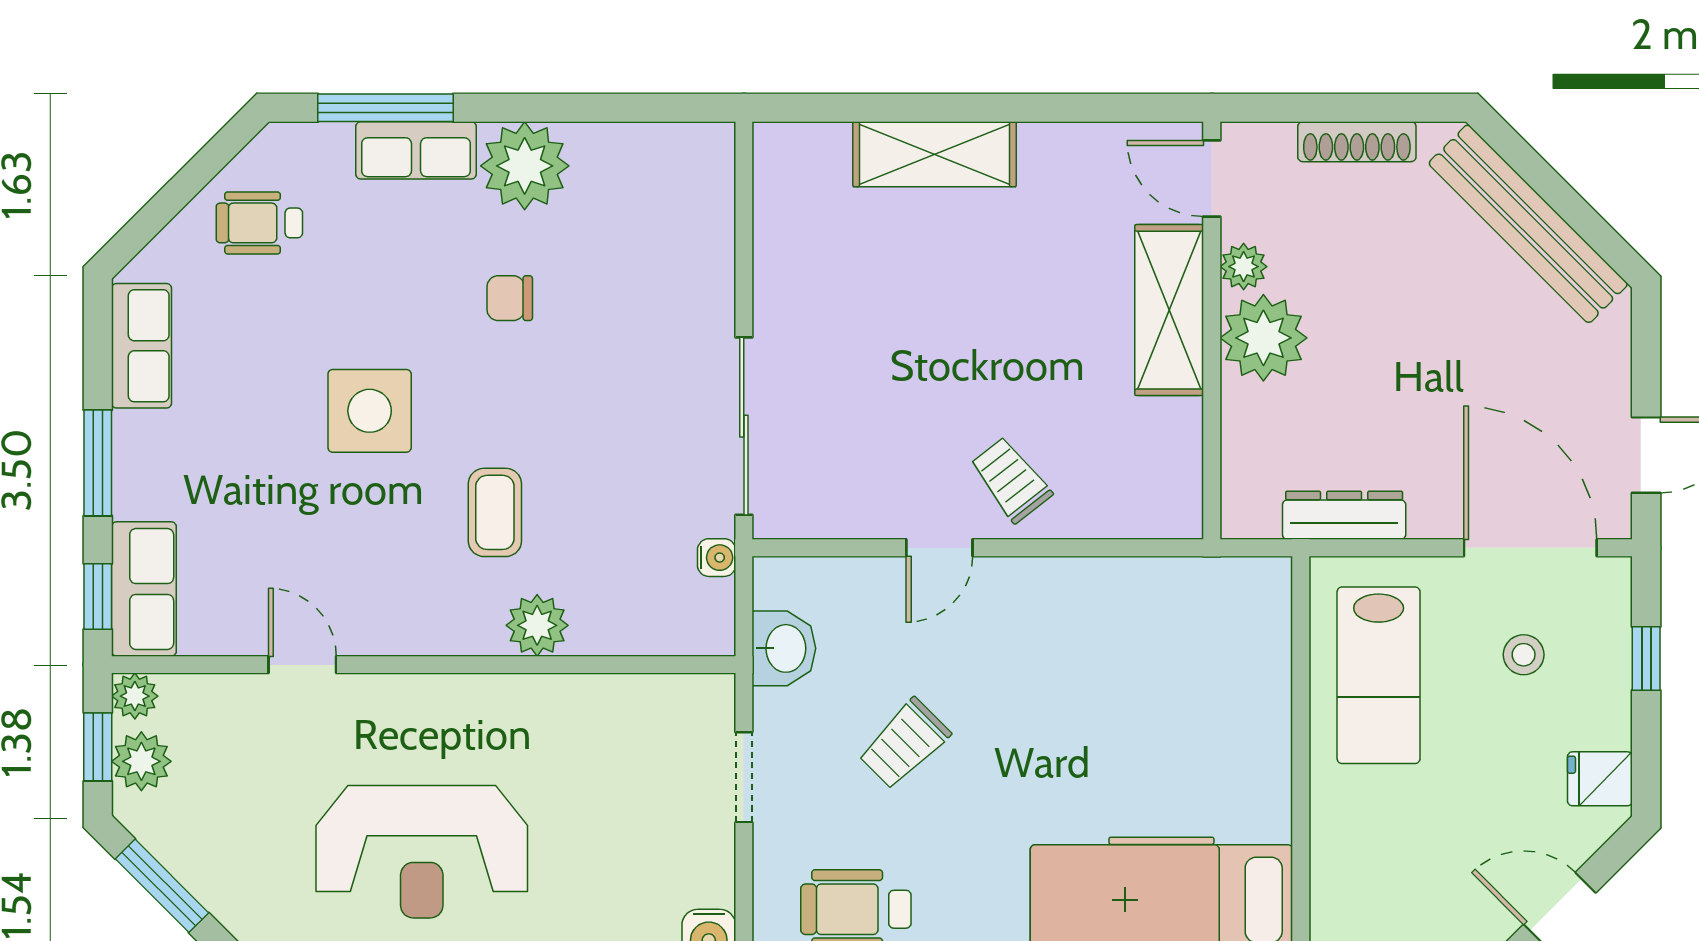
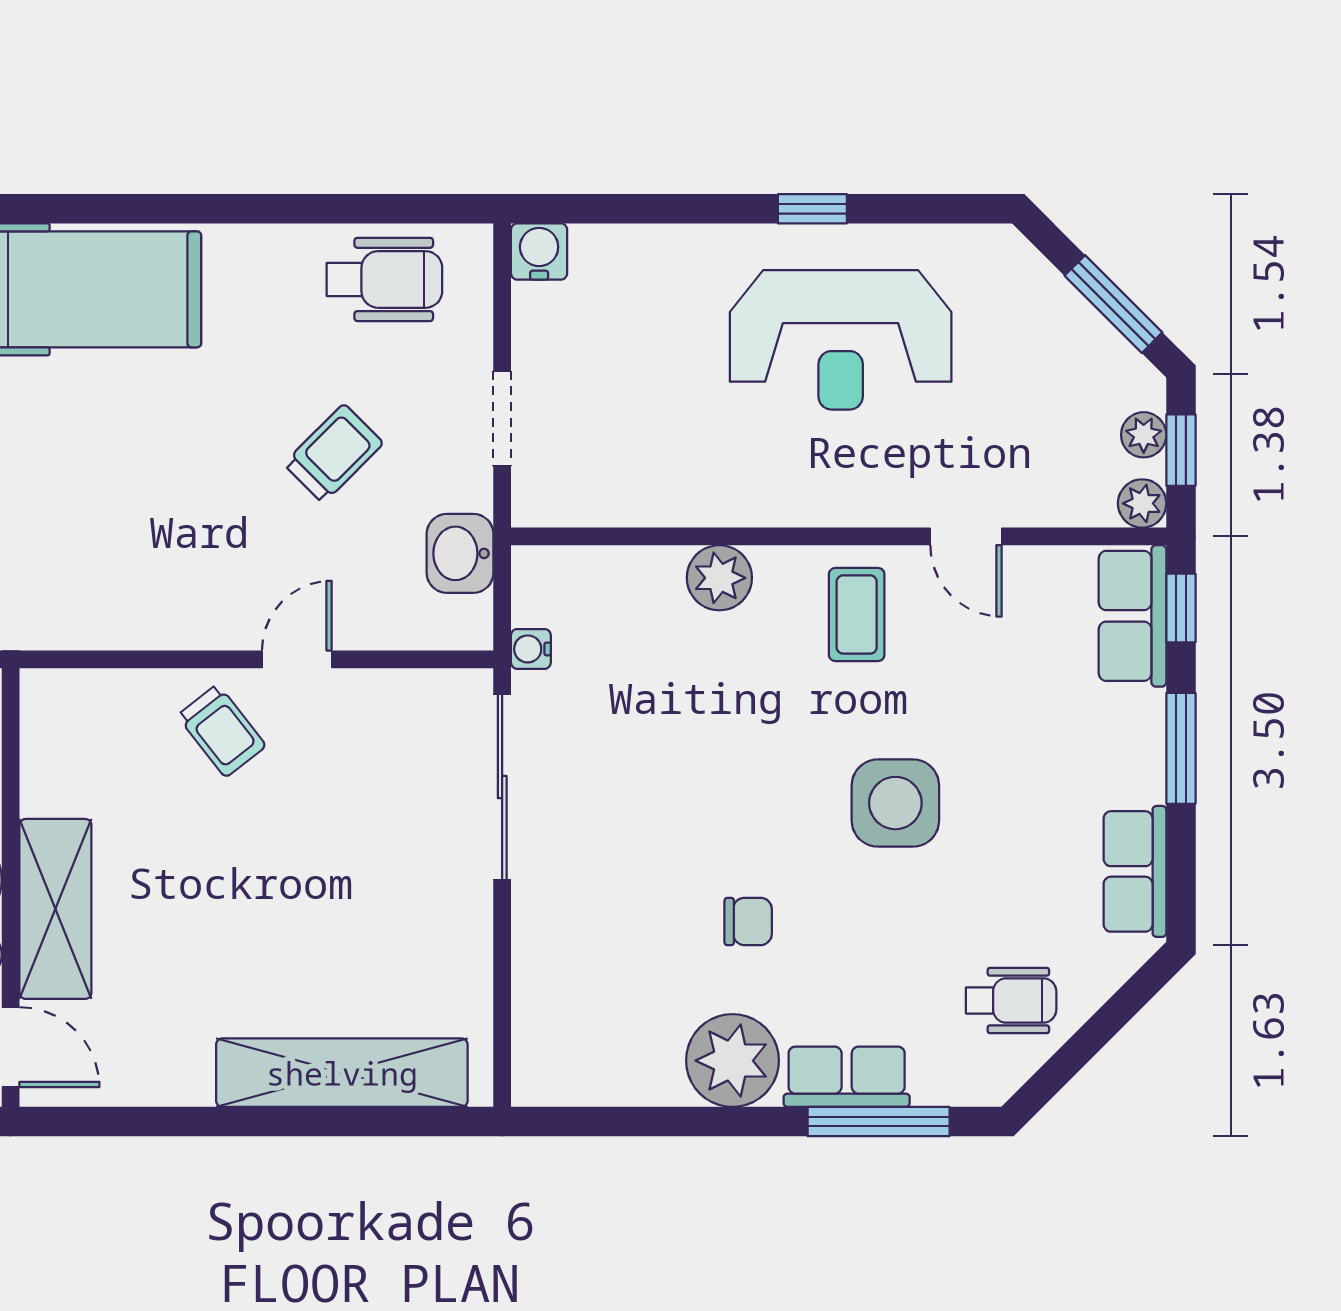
shelving: (935, 154) -> (342, 1073), width x1.47
coffee table: (495, 512) -> (857, 614), moved
plant: (141, 761) -> (1144, 435), width x0.73, depth x0.73
reception desk: (422, 852) -> (841, 340), turned 180

